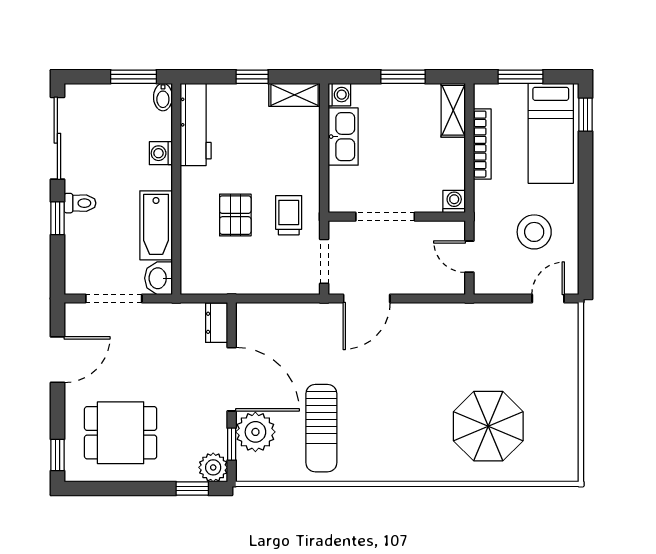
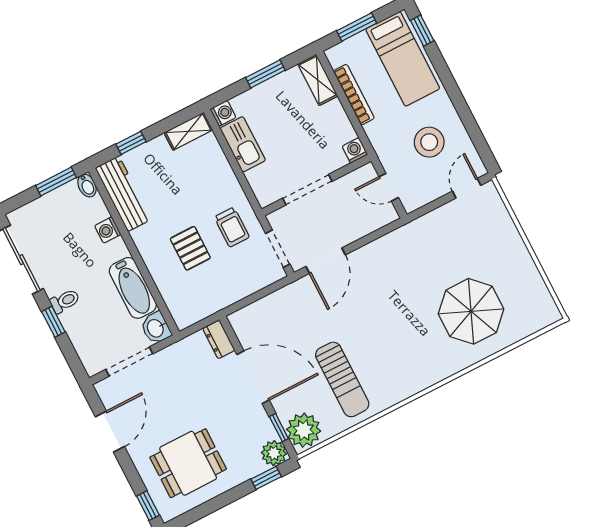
window: (252, 77) -> (131, 143), moved
trolley: (289, 215) -> (232, 227), turned 180
plant: (255, 432) -> (304, 430), moved

